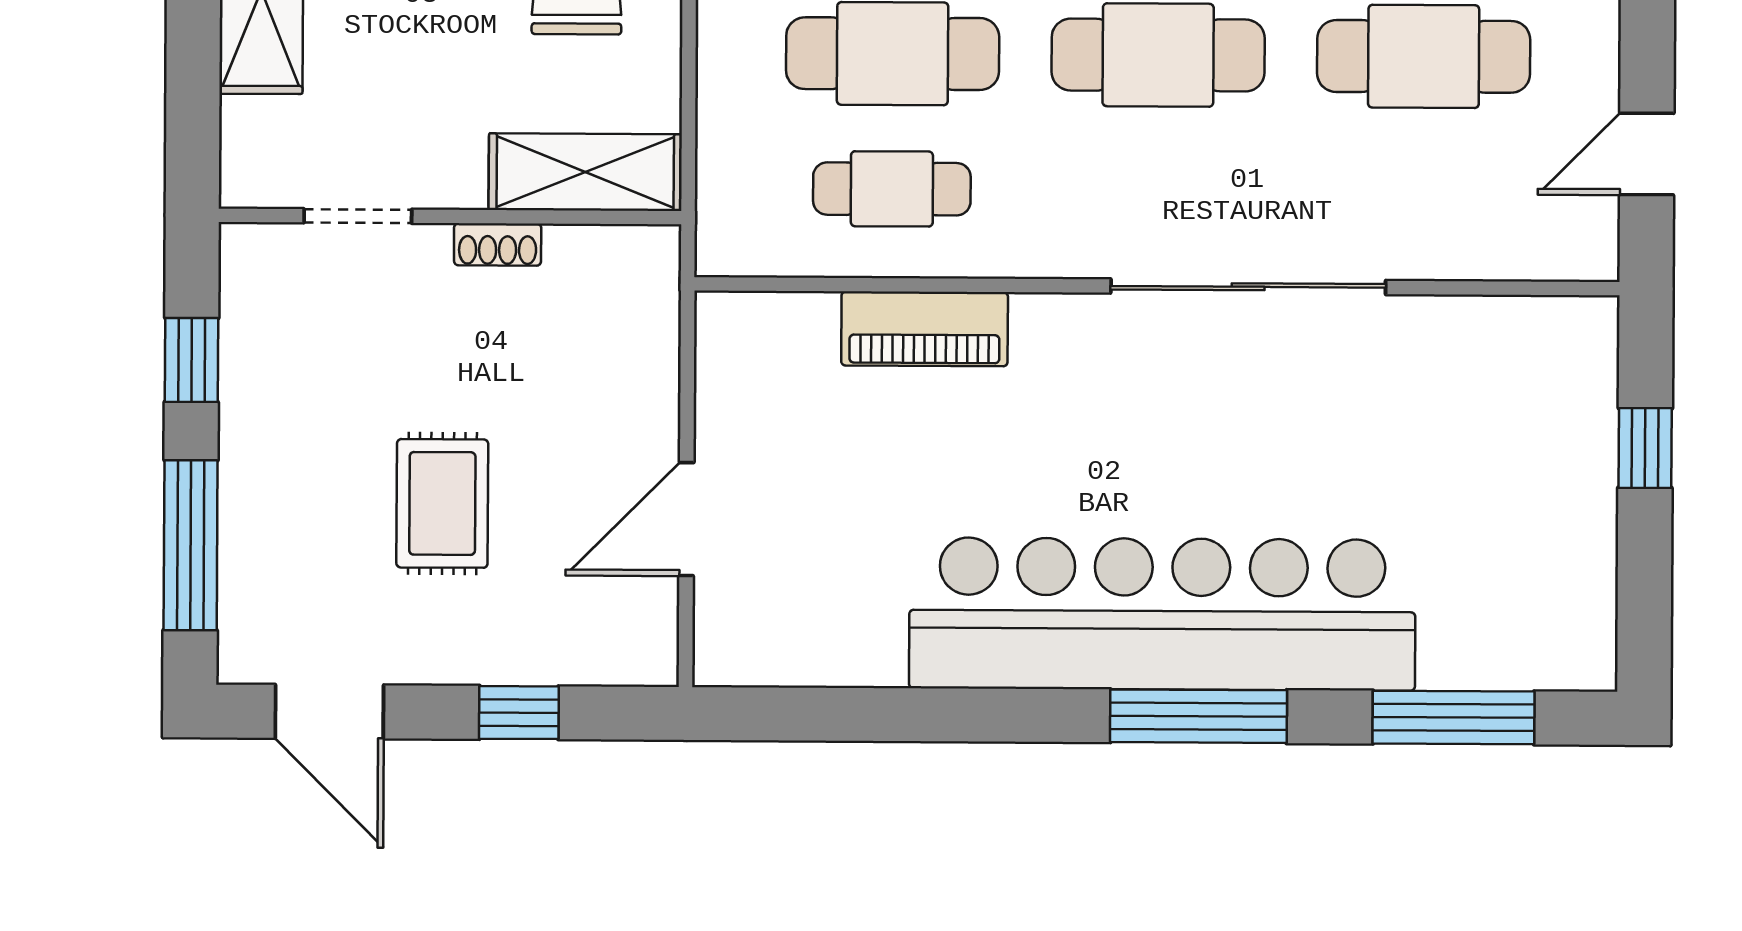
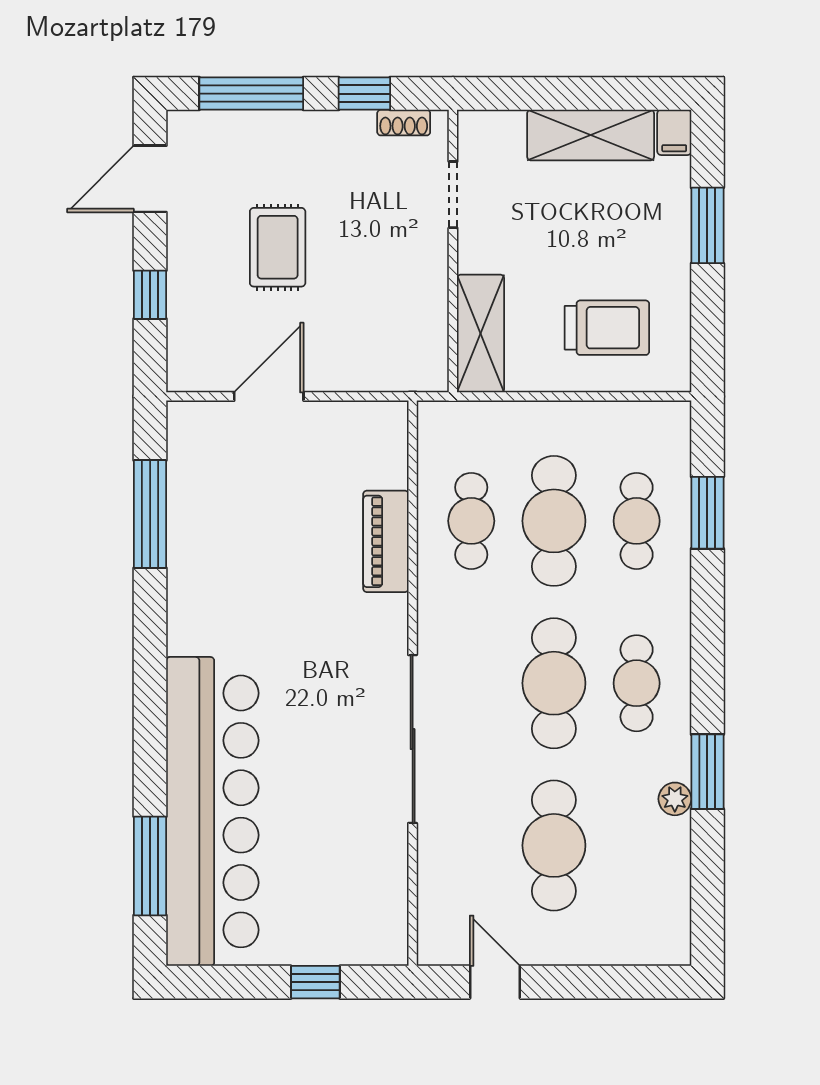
shoe rack: (498, 244) -> (404, 123), moved, turned -90
rug: (442, 503) -> (278, 247), turned 90
door: (686, 519) -> (269, 396), hinge flipped
bar counter: (1162, 614) -> (212, 811), moved
window: (1198, 716) -> (150, 514), moved

